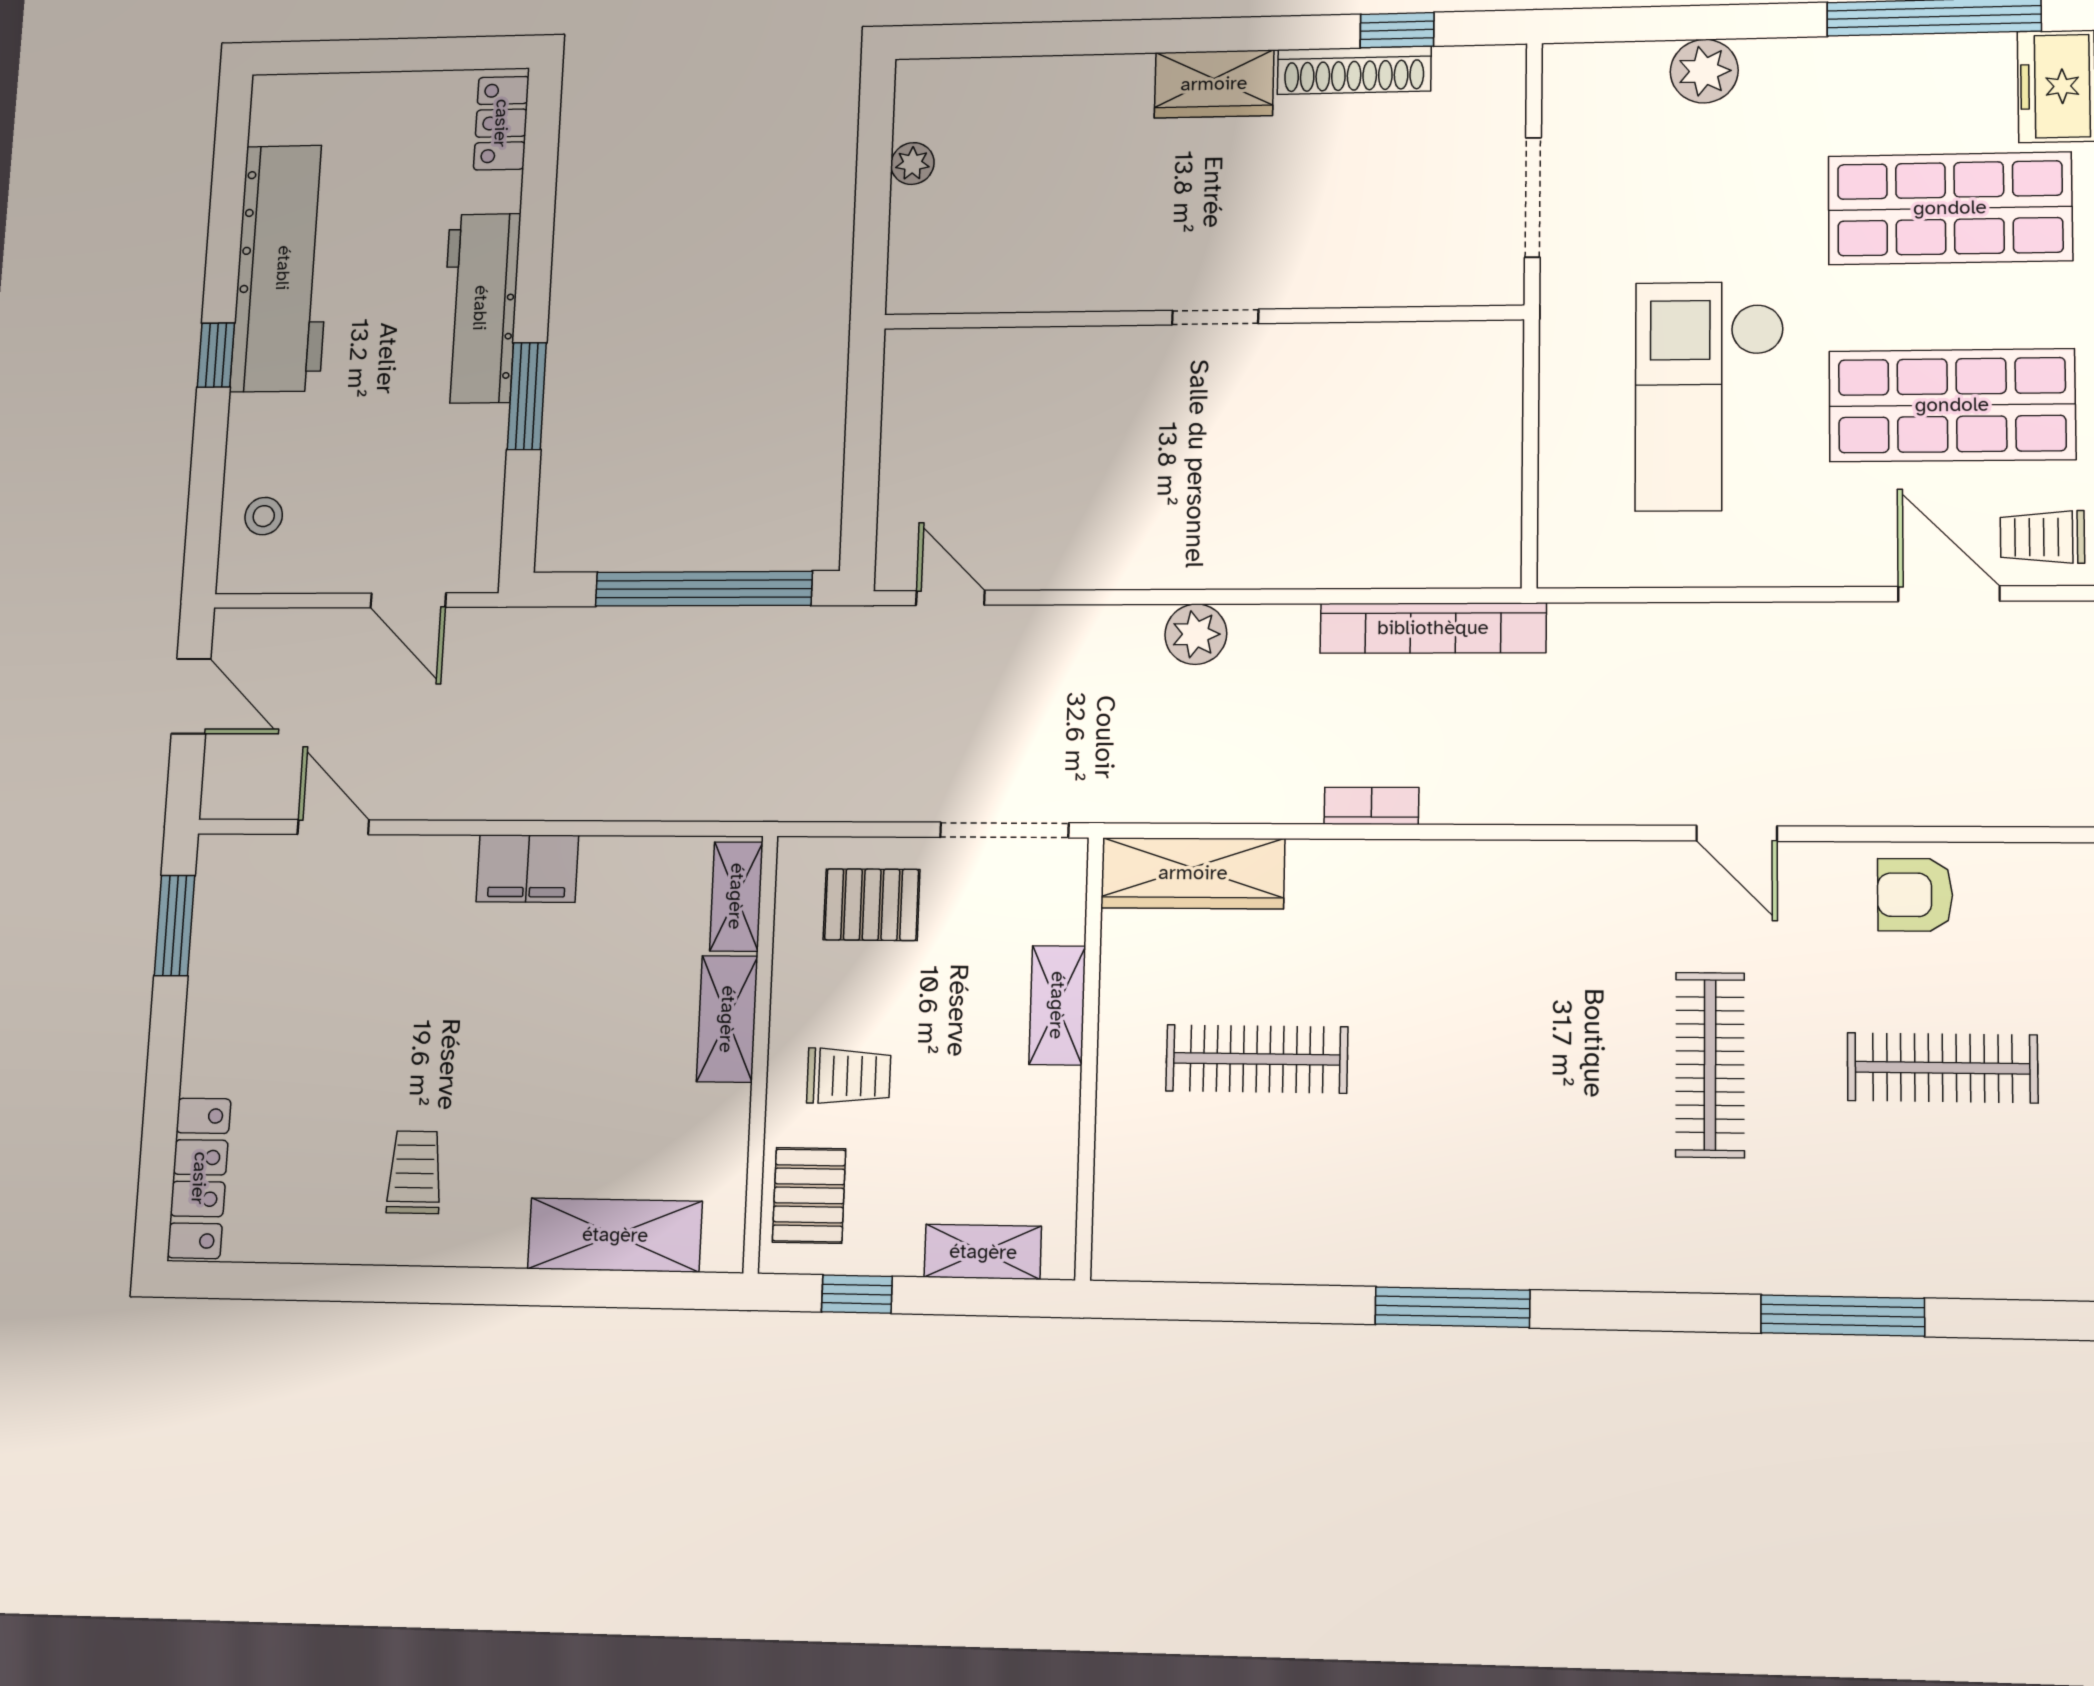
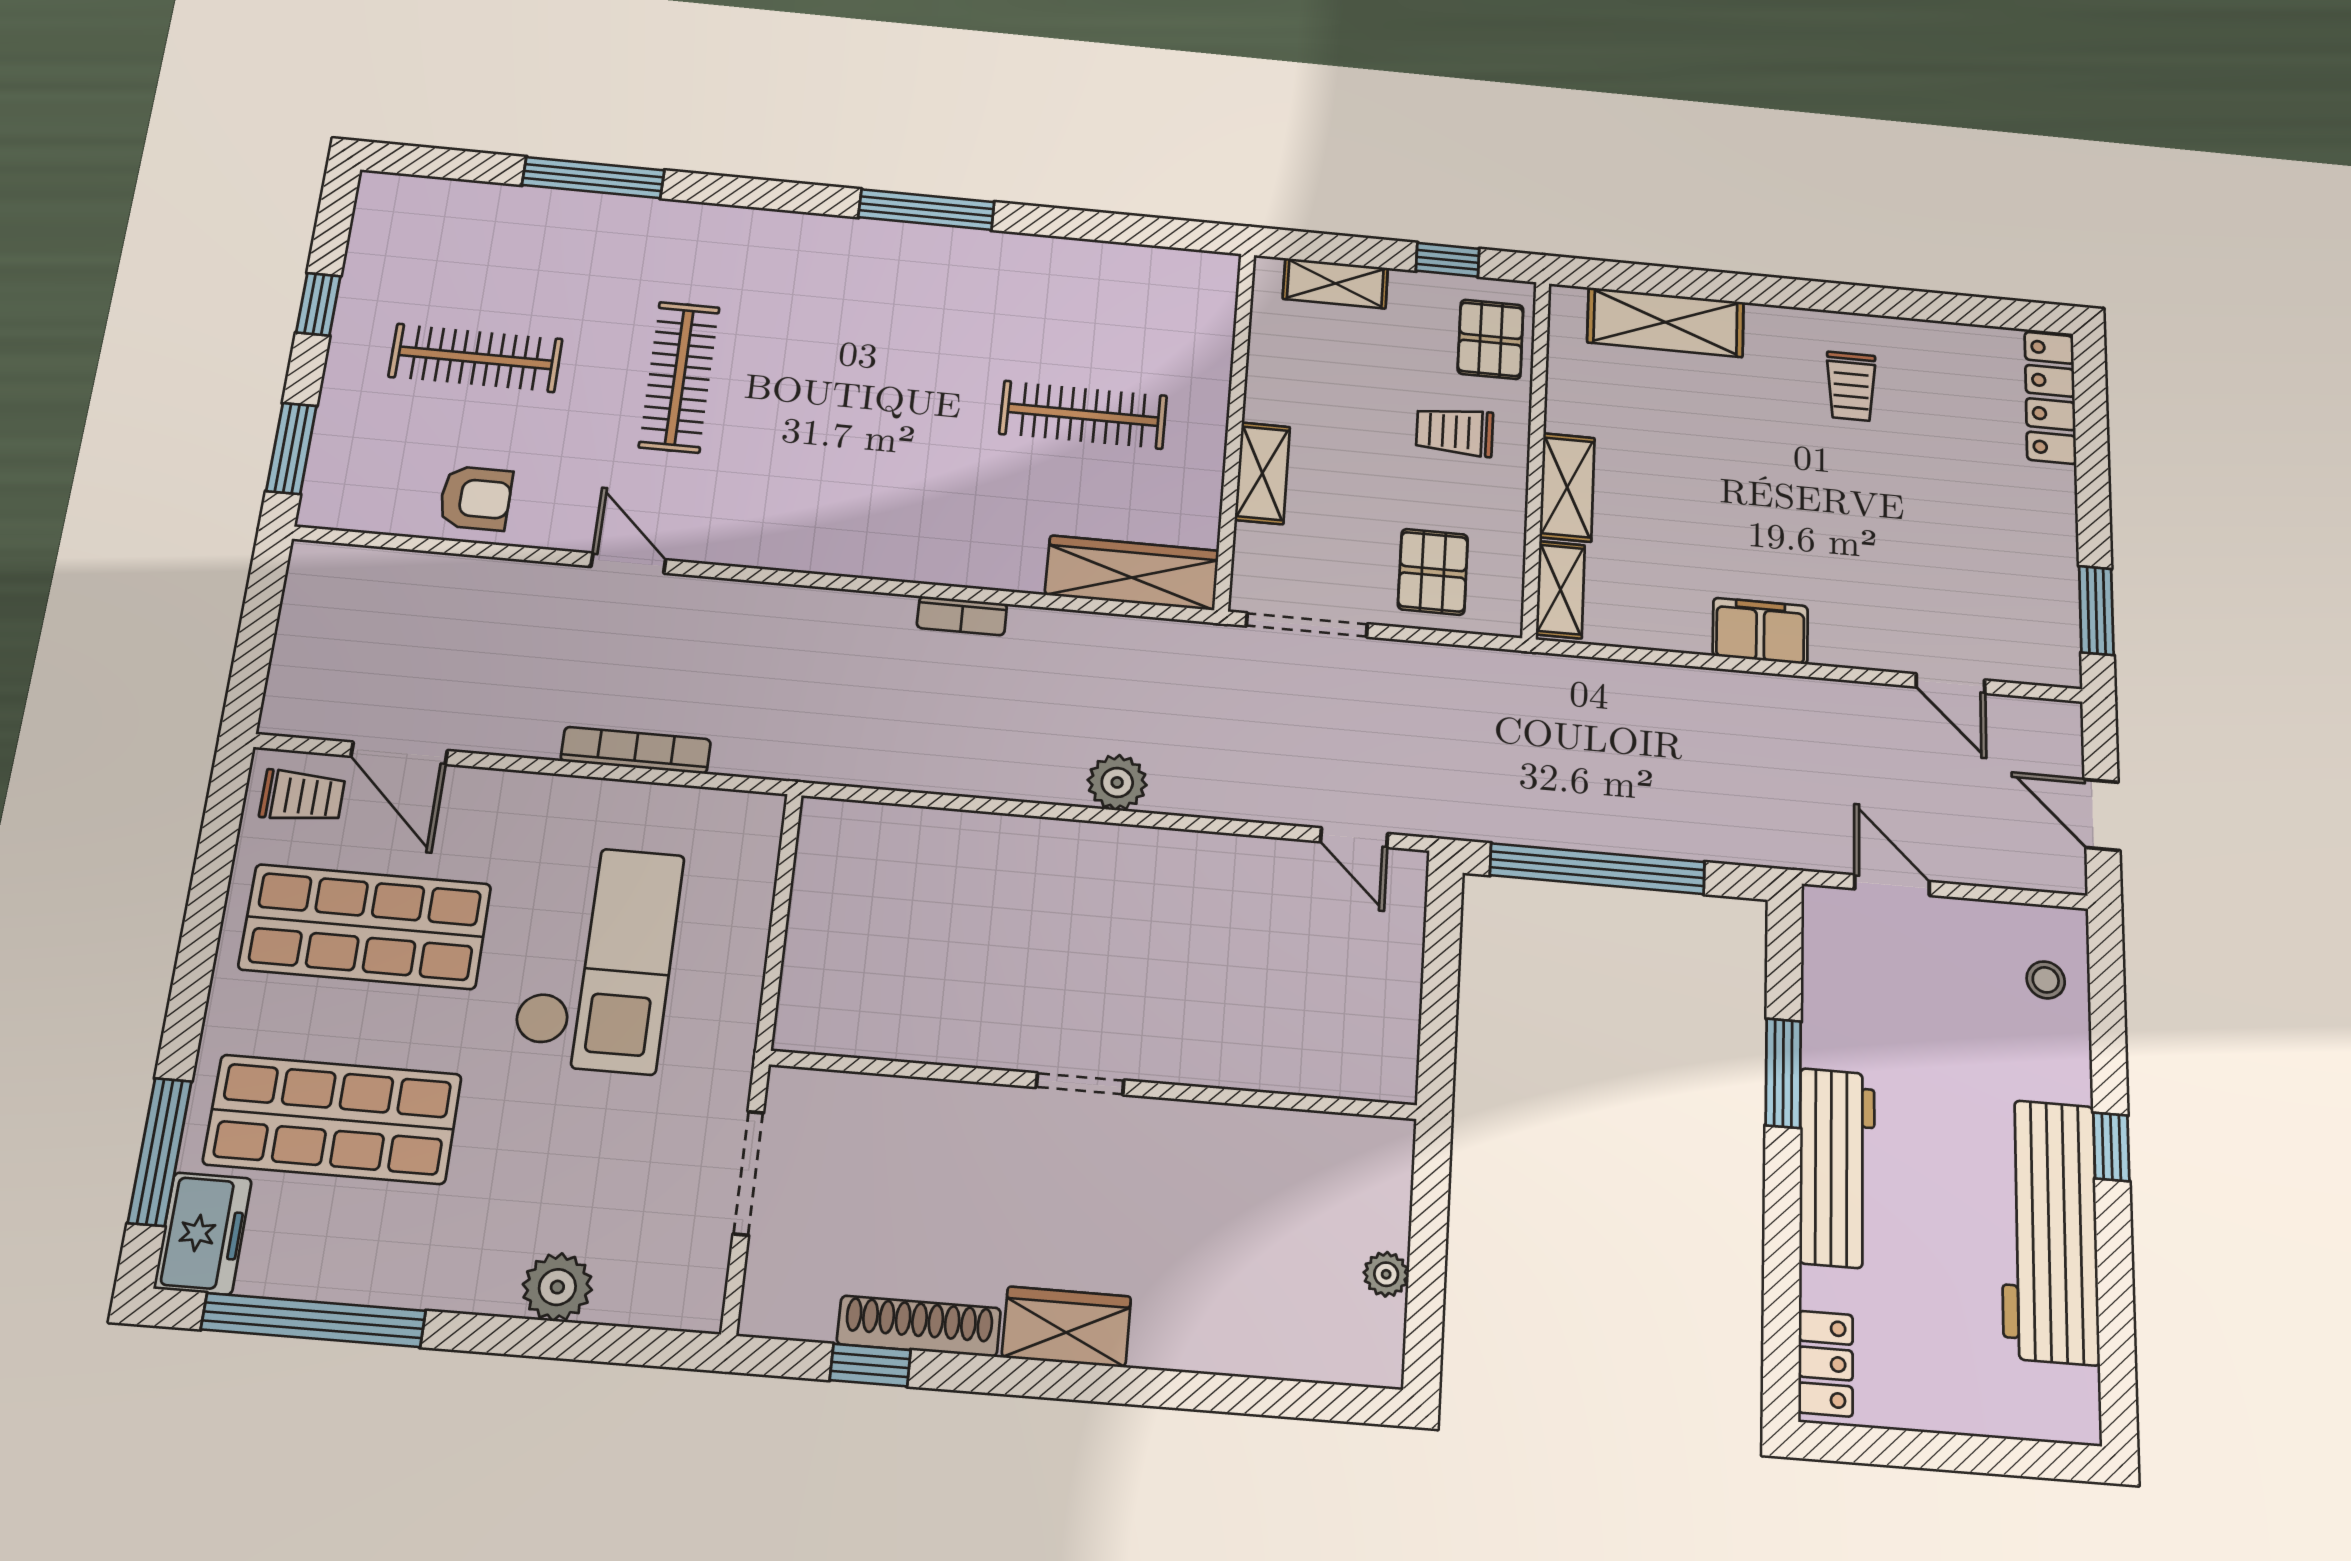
bookcase: (1433, 628) -> (636, 750), moved, width x0.68, depth x0.76
pallet: (872, 905) -> (1433, 572), turned 90

